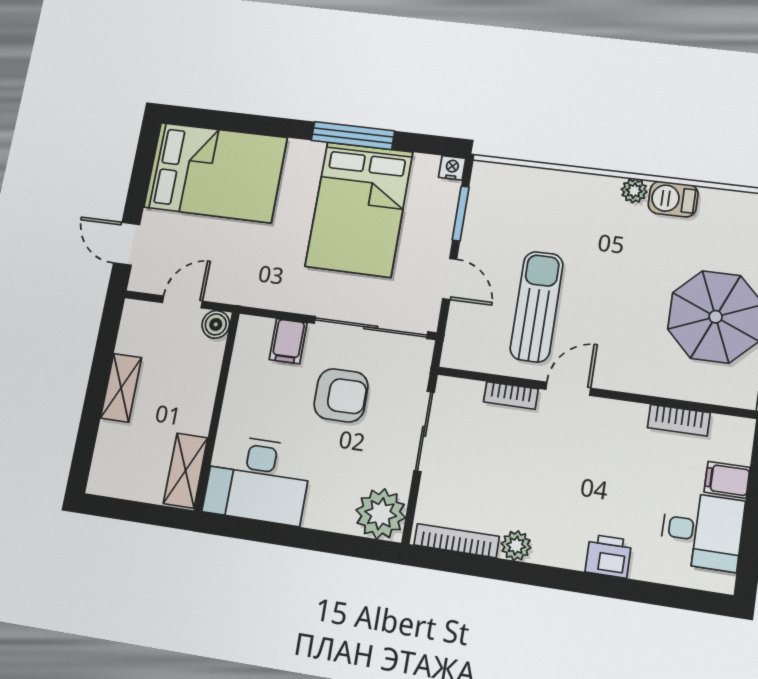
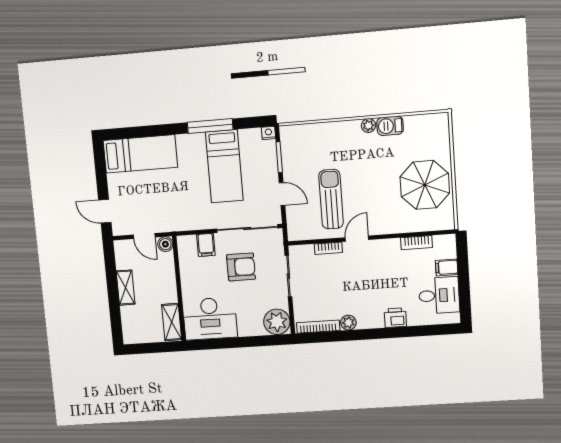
bed: (215, 172) -> (140, 154), width x0.67
bed: (359, 209) -> (224, 166), width x0.67
door: (182, 302) -> (144, 236), swing flipped

